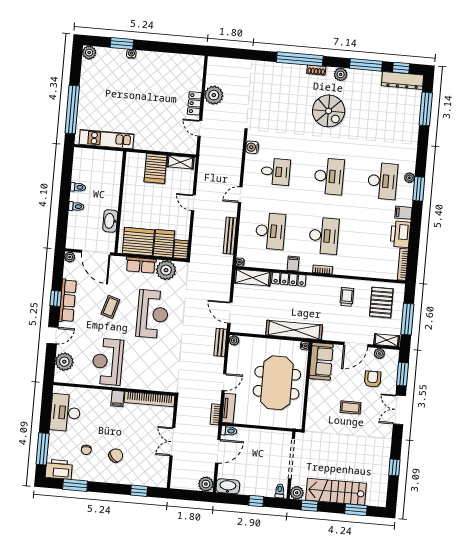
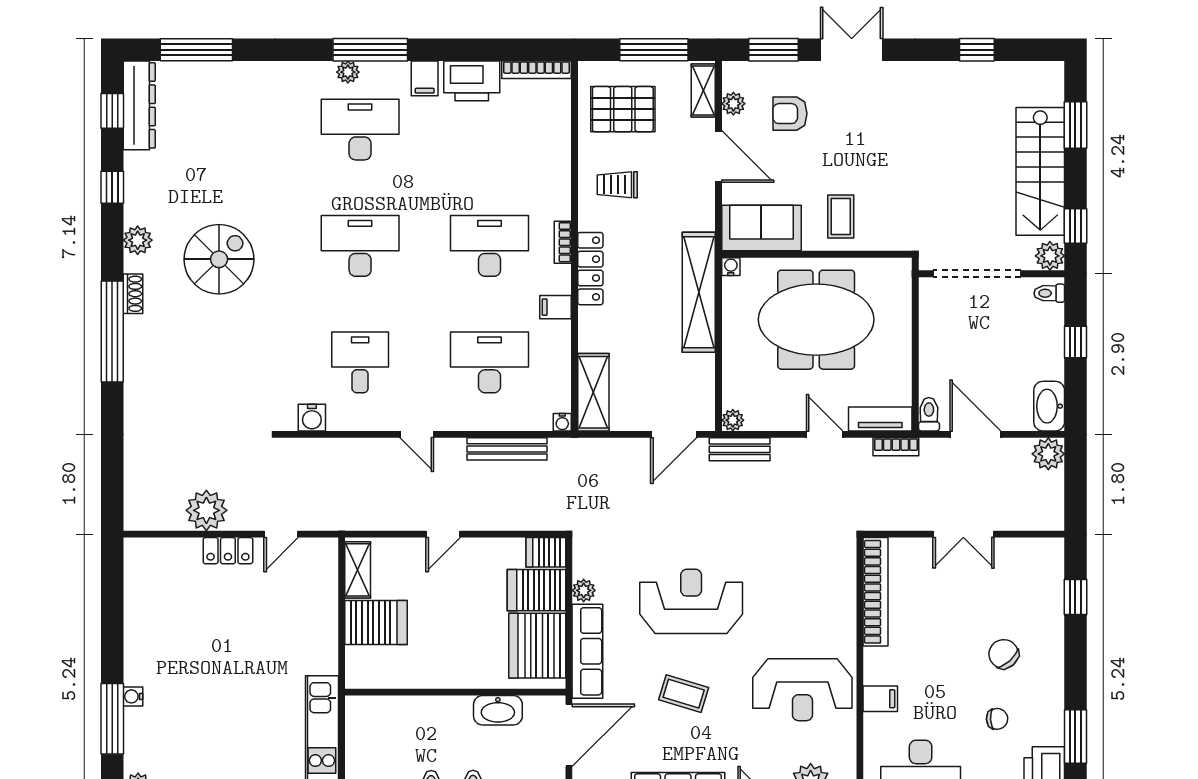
window: (122, 43) -> (112, 719), width x1.44
window: (366, 65) -> (112, 187), width x0.46
window: (419, 189) -> (370, 50), width x1.44
row of seats: (141, 265) -> (587, 651), width x1.48
plant: (166, 270) -> (584, 590), width x0.53, depth x0.53
locker: (289, 279) -> (590, 269), moved
filing cabinet: (117, 399) -> (880, 699), moved
coffee table: (351, 407) -> (841, 217), moved
double door: (399, 410) -> (852, 50), swing flipped

